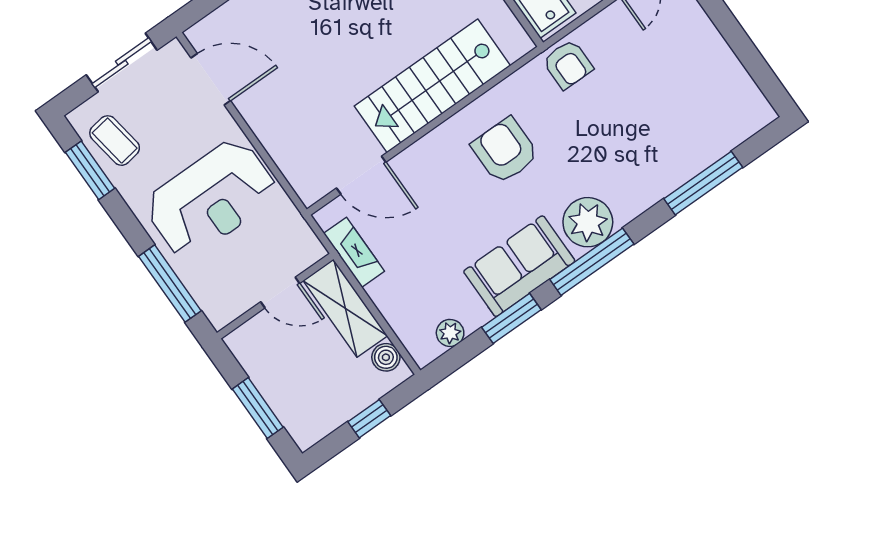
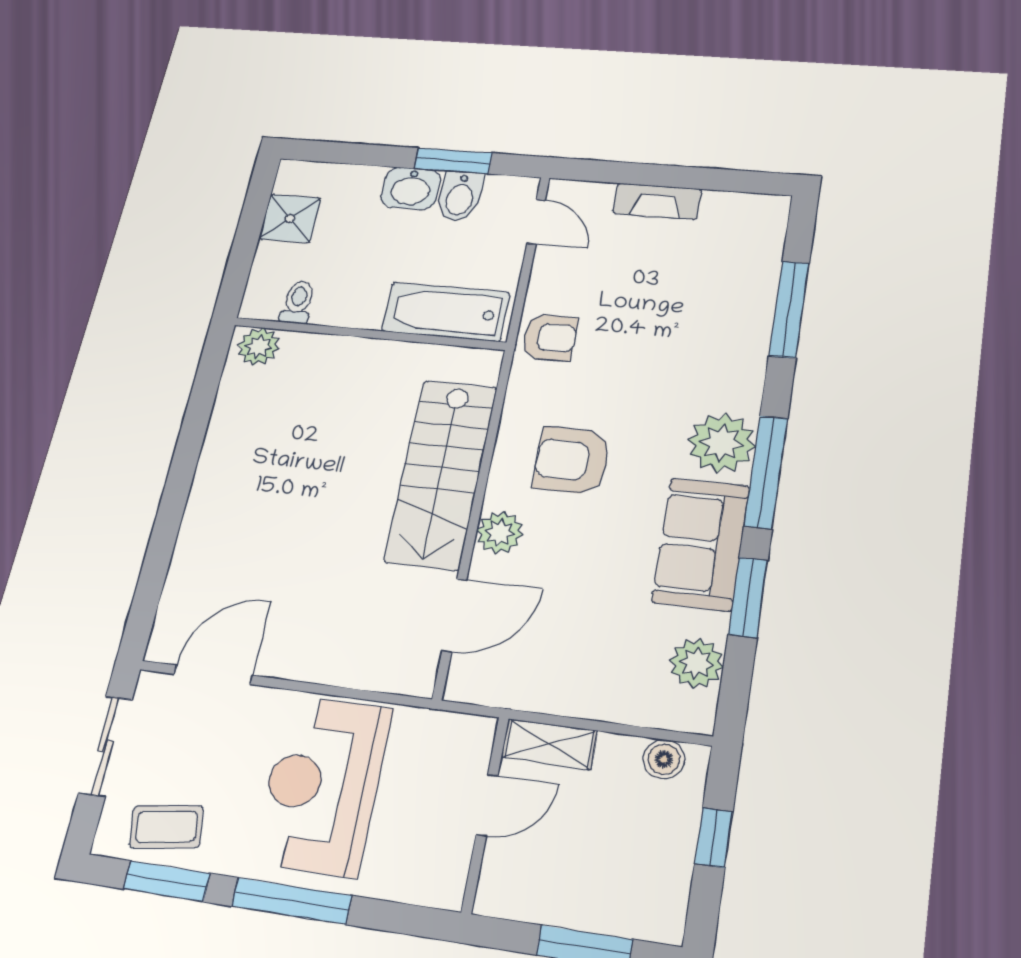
plant: (428, 153) -> (500, 533), added
reception desk: (211, 199) -> (322, 785), turned 180
fireplace: (354, 252) -> (657, 201), moved, turned 180
window: (170, 284) -> (292, 901), moved
shelving: (345, 308) -> (549, 744), width x0.67, depth x0.75
plant: (450, 333) -> (696, 663), width x1.38, depth x1.38

